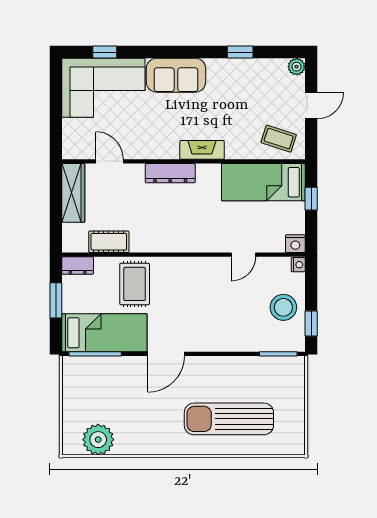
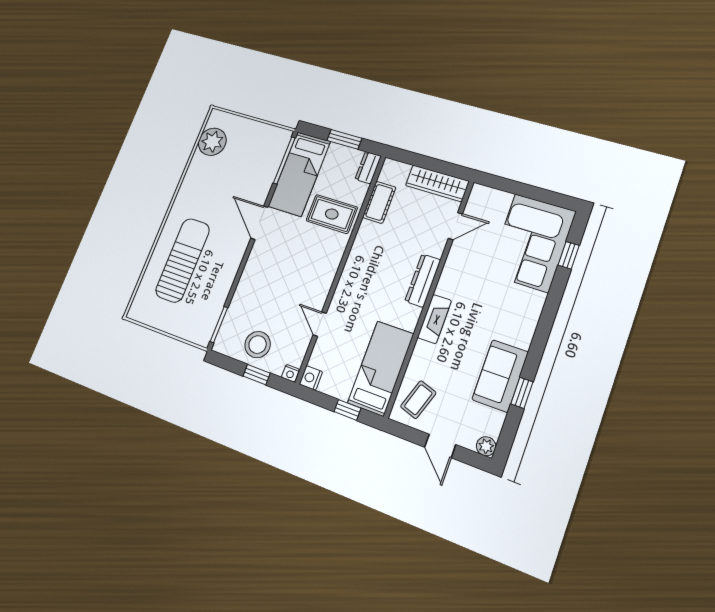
sofa: (176, 75) -> (500, 376), moved
window: (311, 324) -> (257, 375), moved

